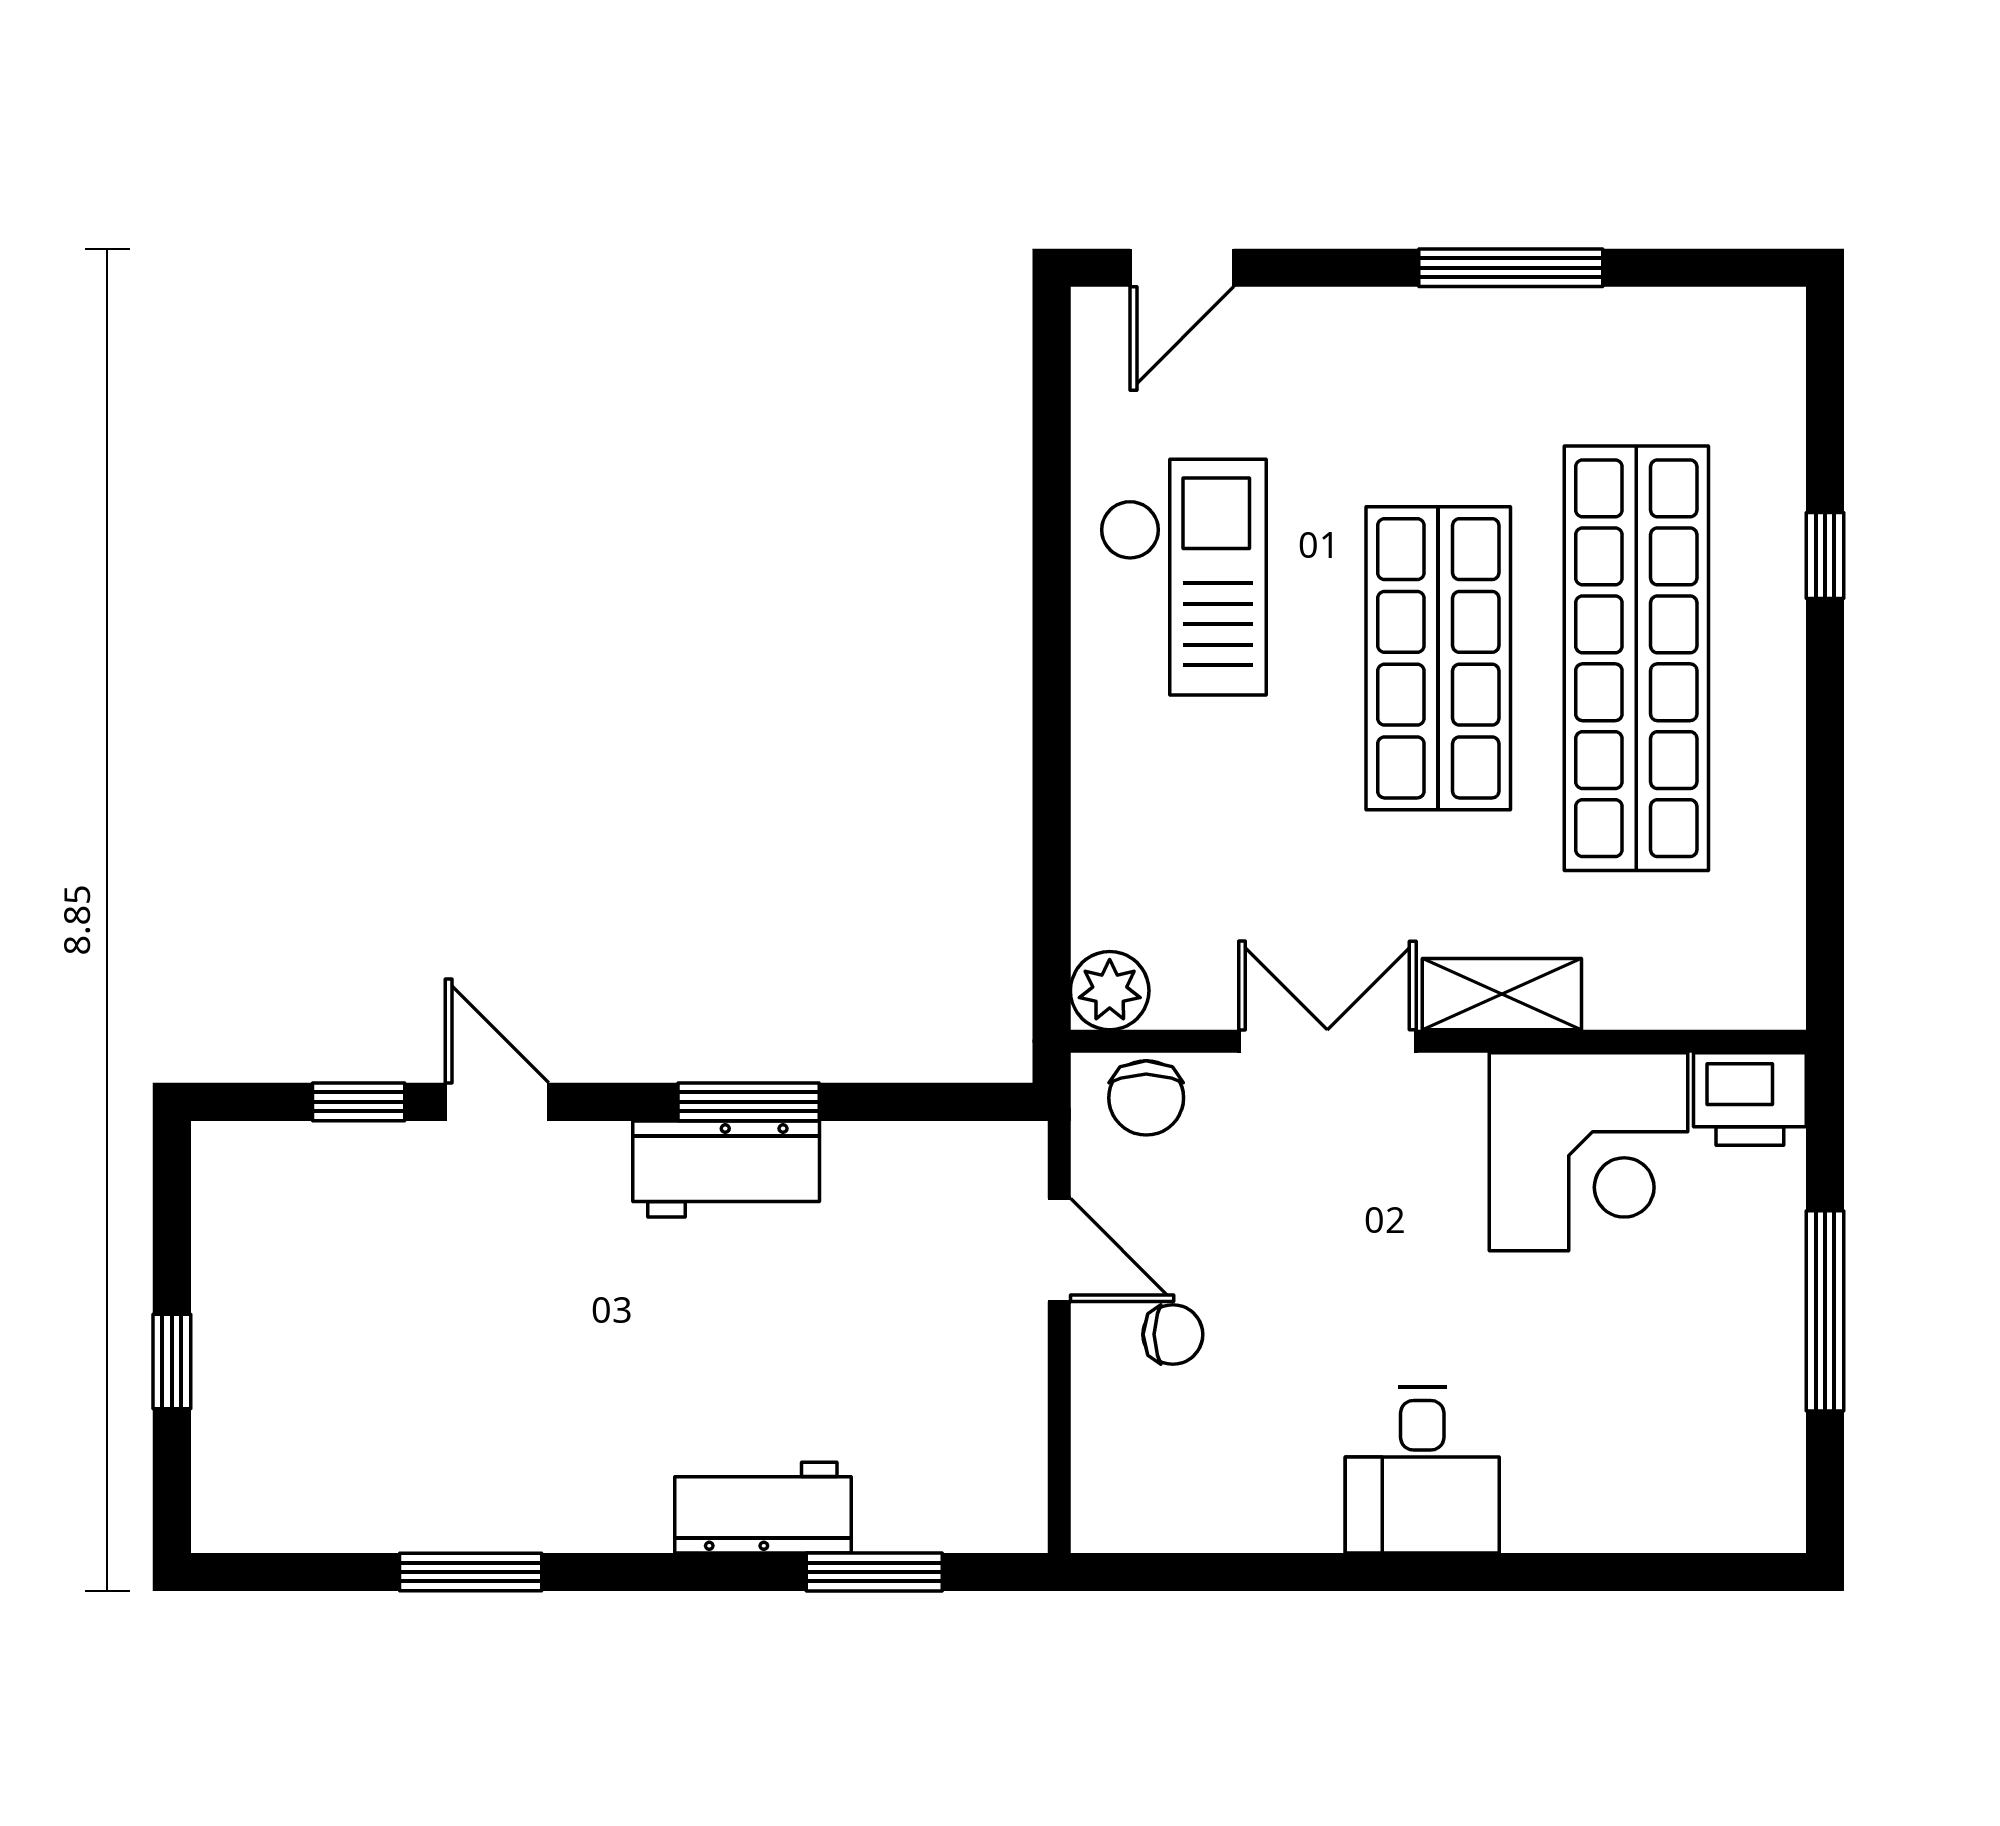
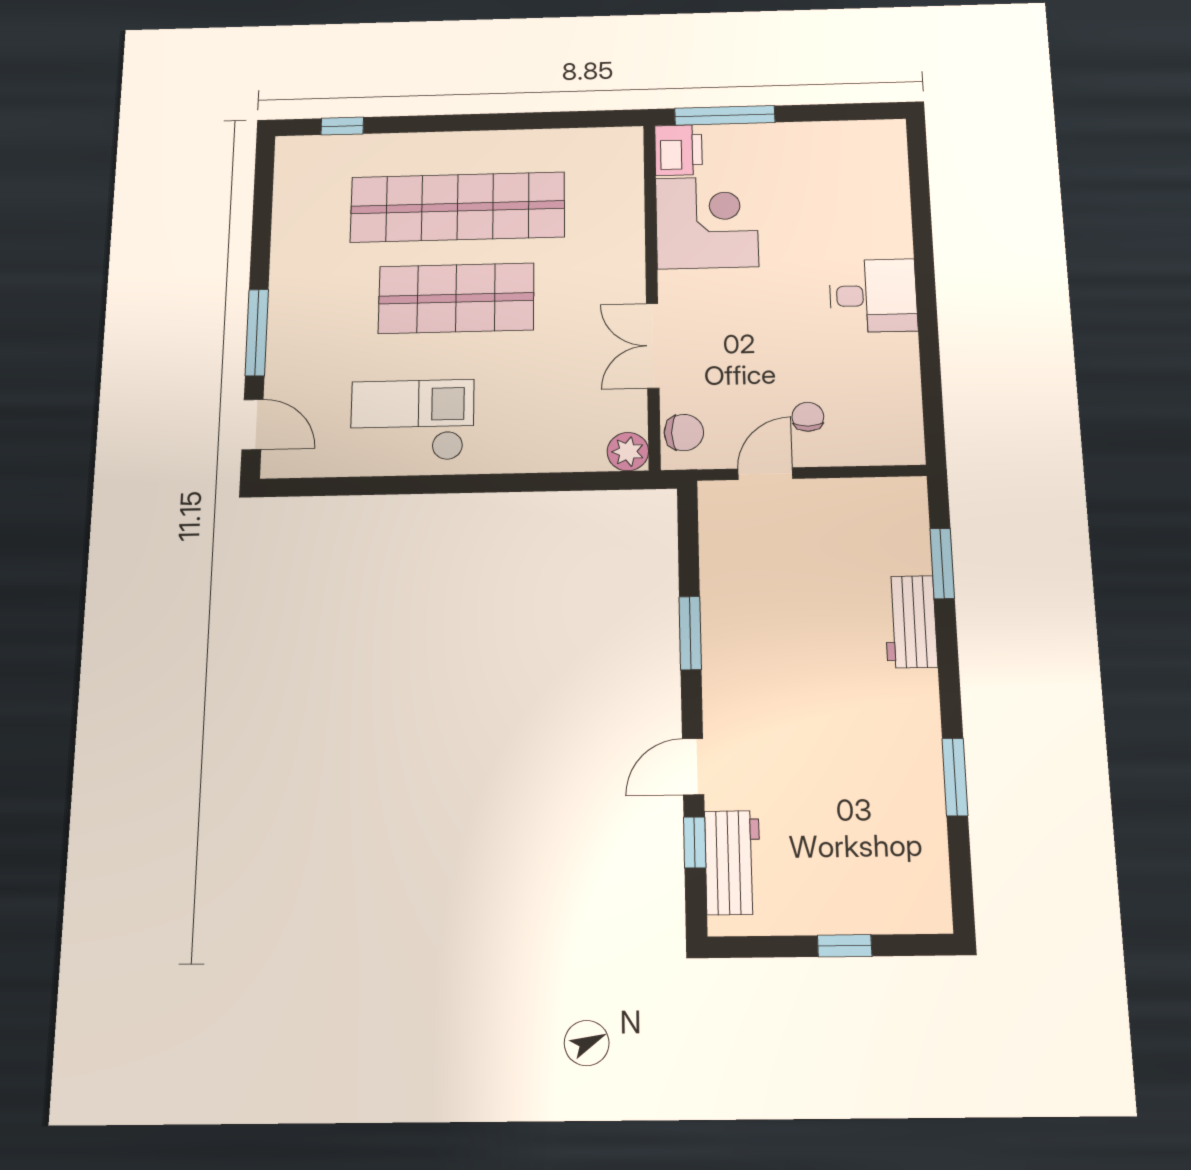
window: (1511, 268) -> (257, 333), moved
window: (1825, 555) -> (342, 126), moved
shelving: (1502, 994) -> (627, 264), removed
workbench: (726, 1169) -> (733, 863), moved
window: (1825, 1311) -> (725, 115), moved

